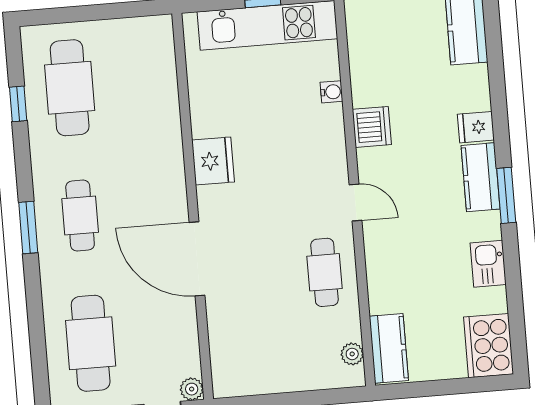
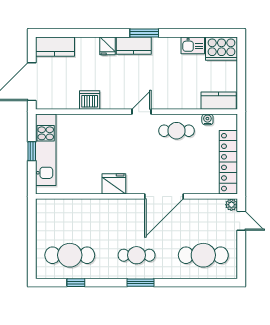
water cooler: (331, 92) -> (207, 119), moved
dishwasher: (372, 127) -> (90, 100), moved
kitchen sink: (488, 264) -> (193, 45), moved
plant: (352, 354) -> (220, 120), removed
locker: (273, 377) -> (228, 162), added

